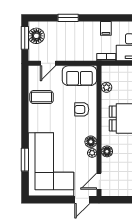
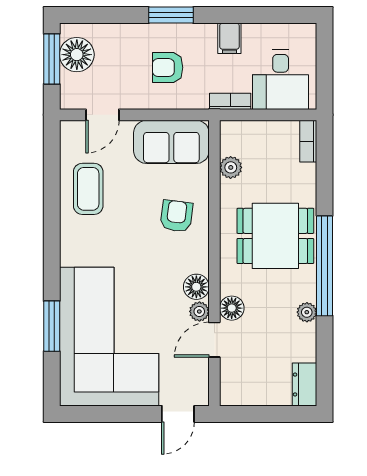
window: (68, 18) -> (171, 15), moved
armchair: (78, 42) -> (168, 68), added
coffee table: (42, 97) -> (88, 189), turned 90
armchair: (82, 109) -> (176, 216), turned 97
door: (99, 181) -> (214, 340), moved

